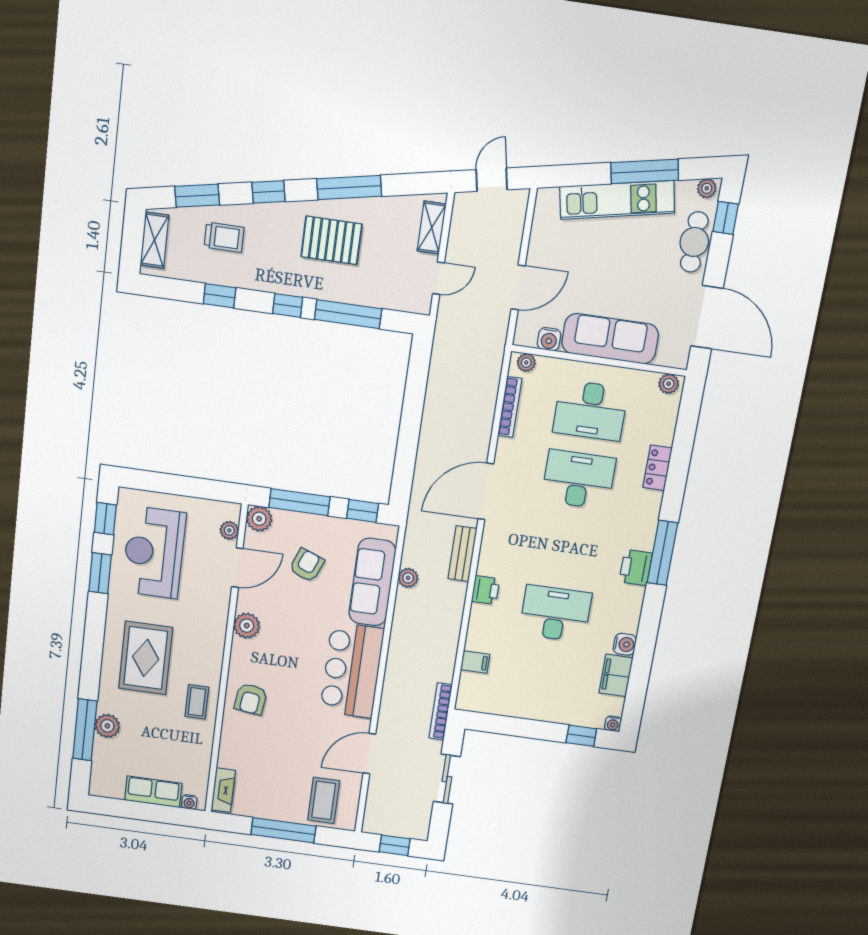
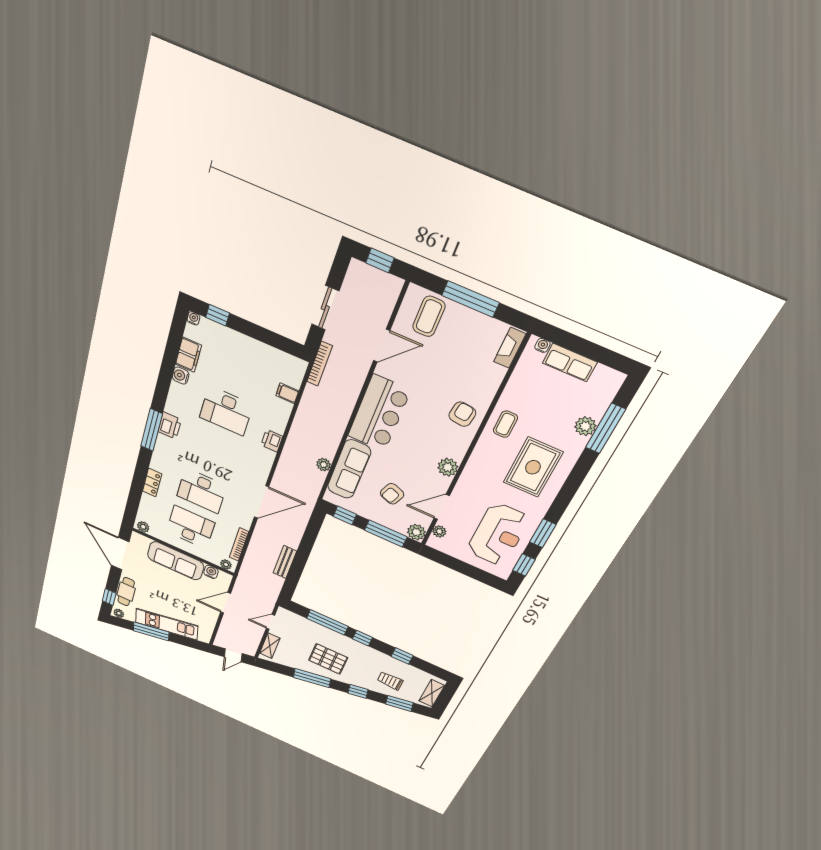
bench: (462, 554) -> (285, 562), moved

